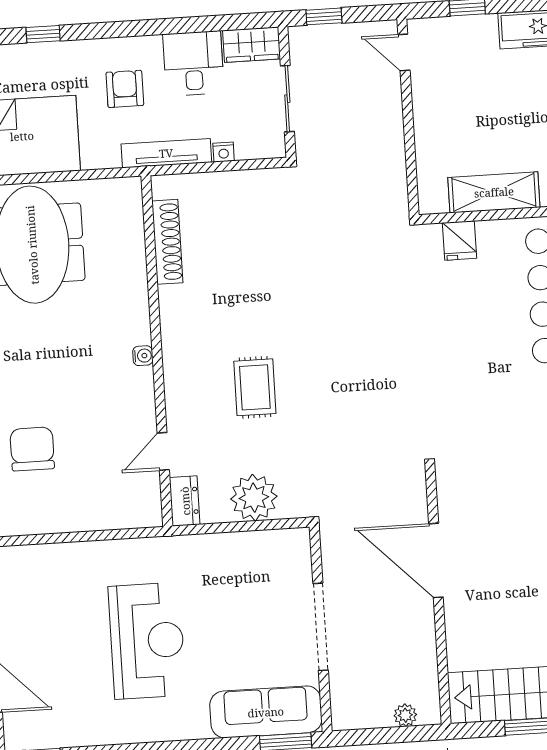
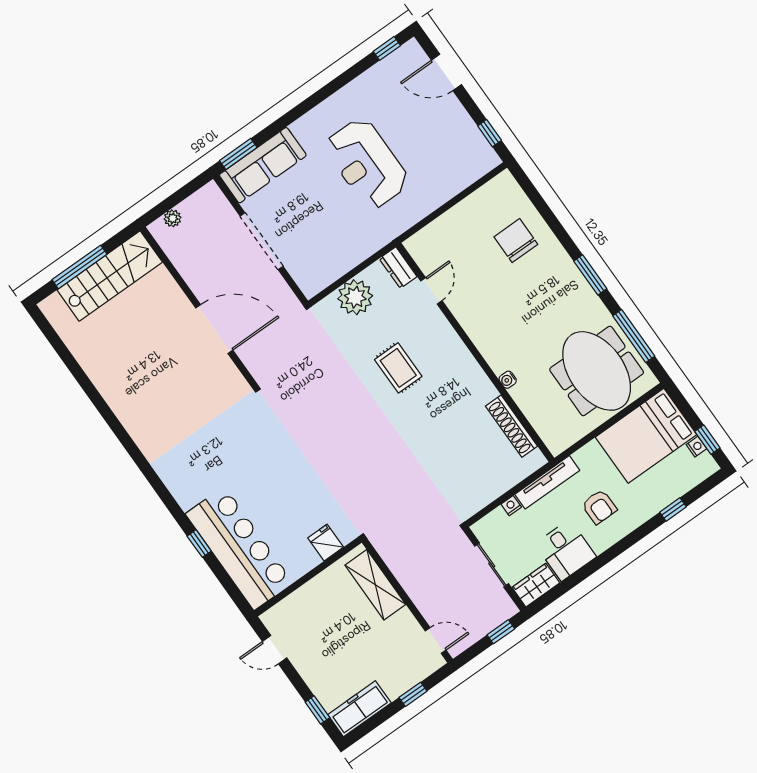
shelving: (494, 192) -> (375, 585), moved, turned 90
water cooler: (143, 356) -> (508, 380), moved
chair: (32, 449) -> (516, 241), turned 180

